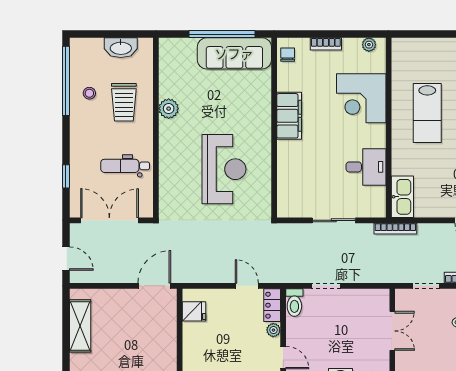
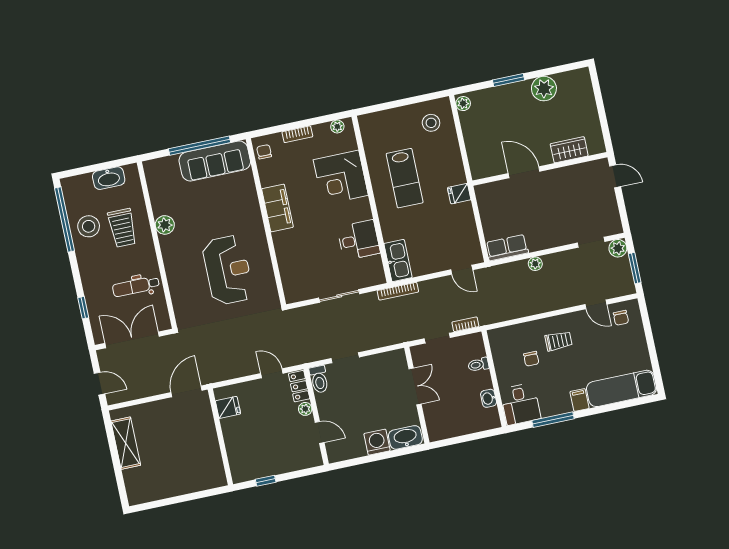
stool: (89, 93) -> (89, 226), width x1.89, depth x1.89

